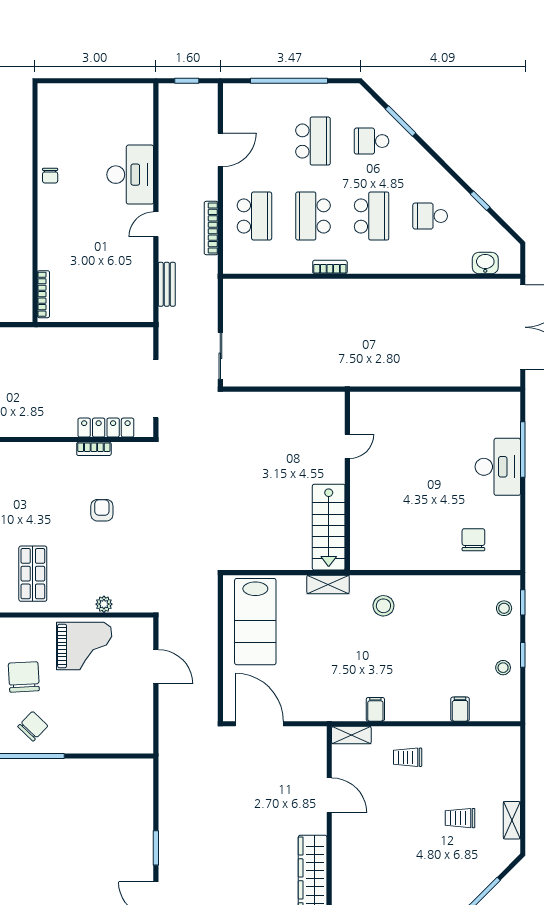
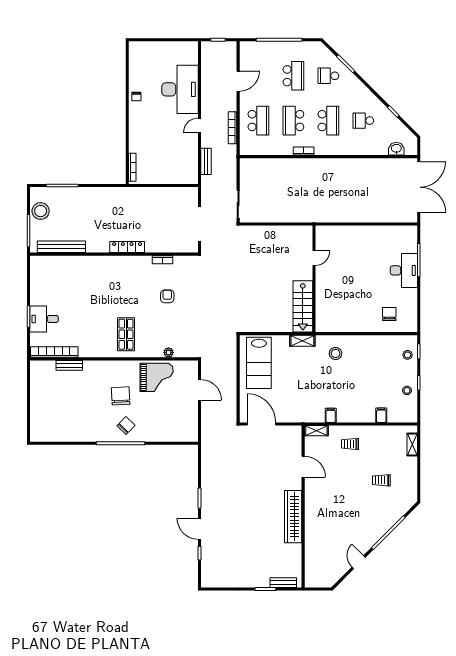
desk: (130, 175) -> (180, 89), width x1.36, depth x1.30
locker: (106, 428) -> (127, 247), moved
shelving: (512, 820) -> (412, 445), moved

